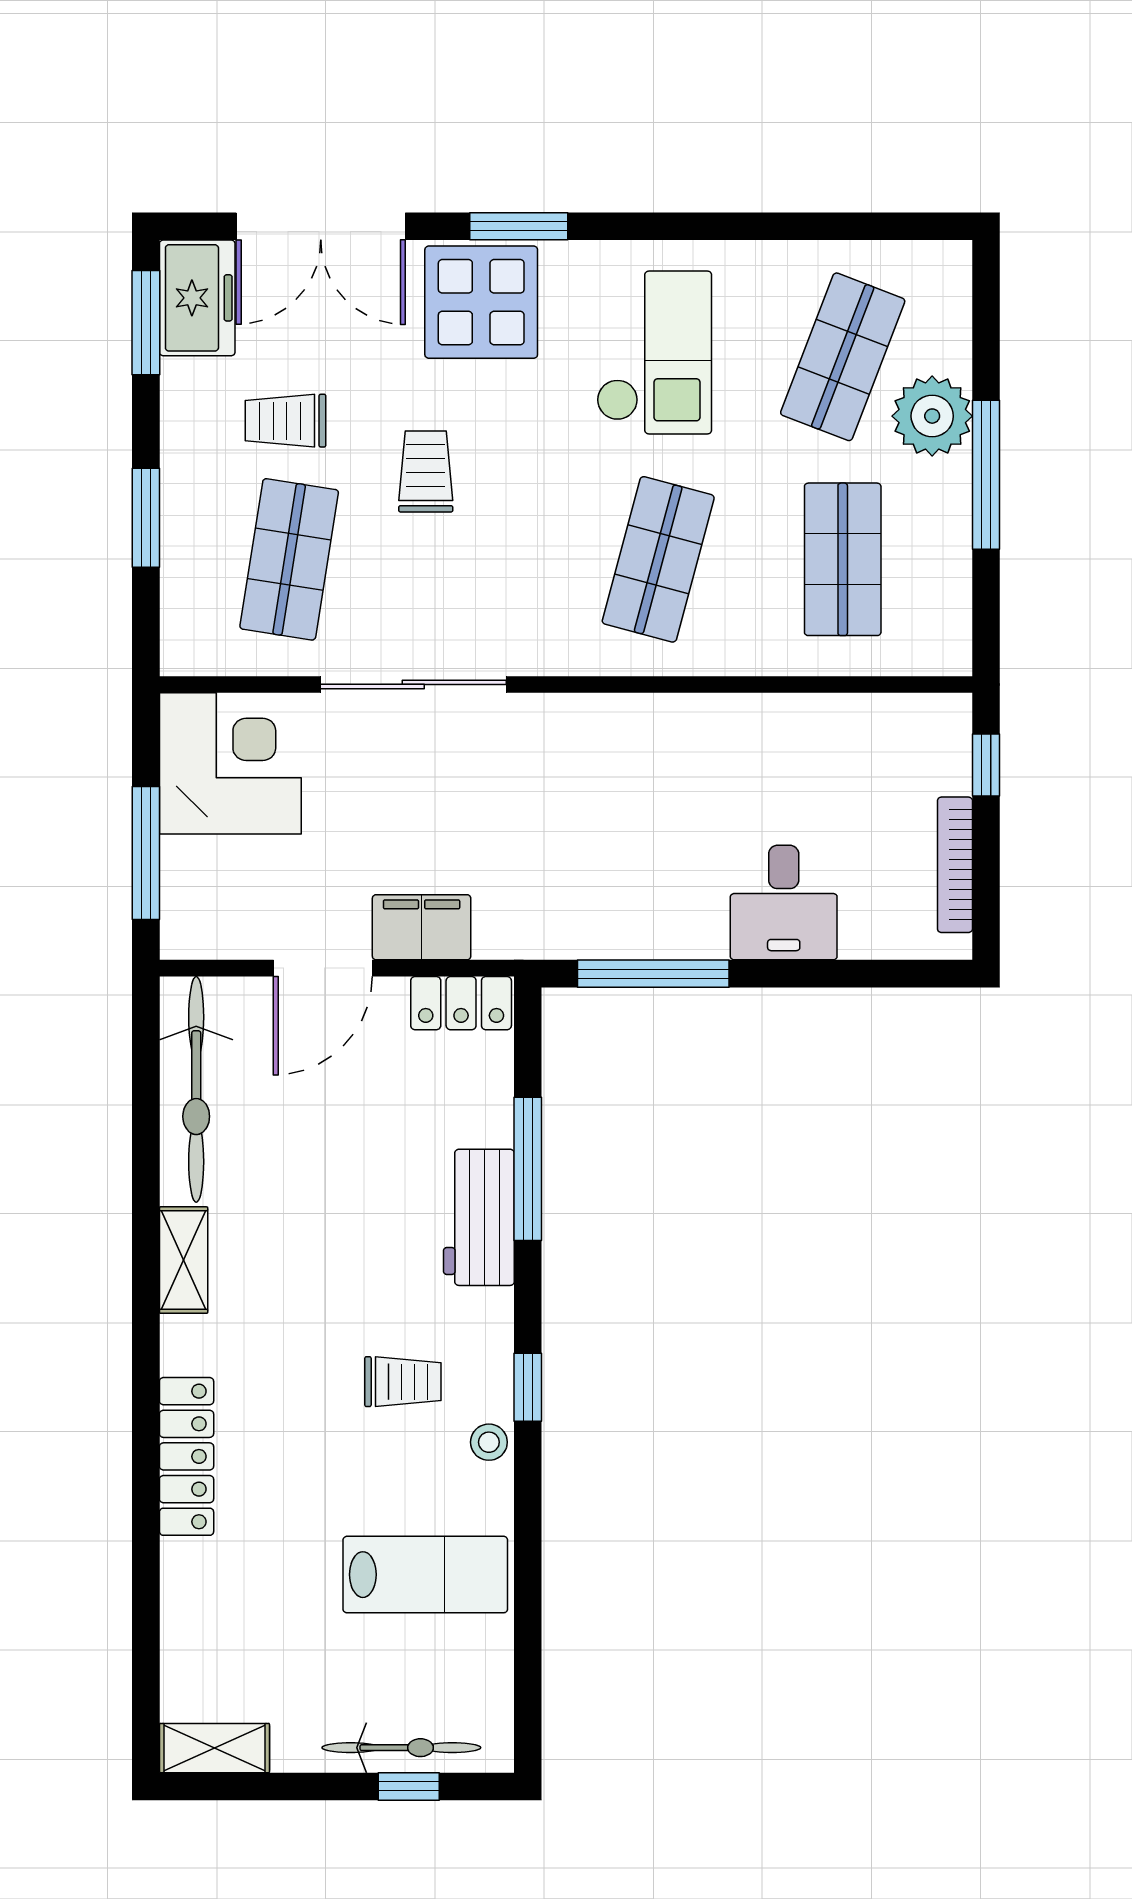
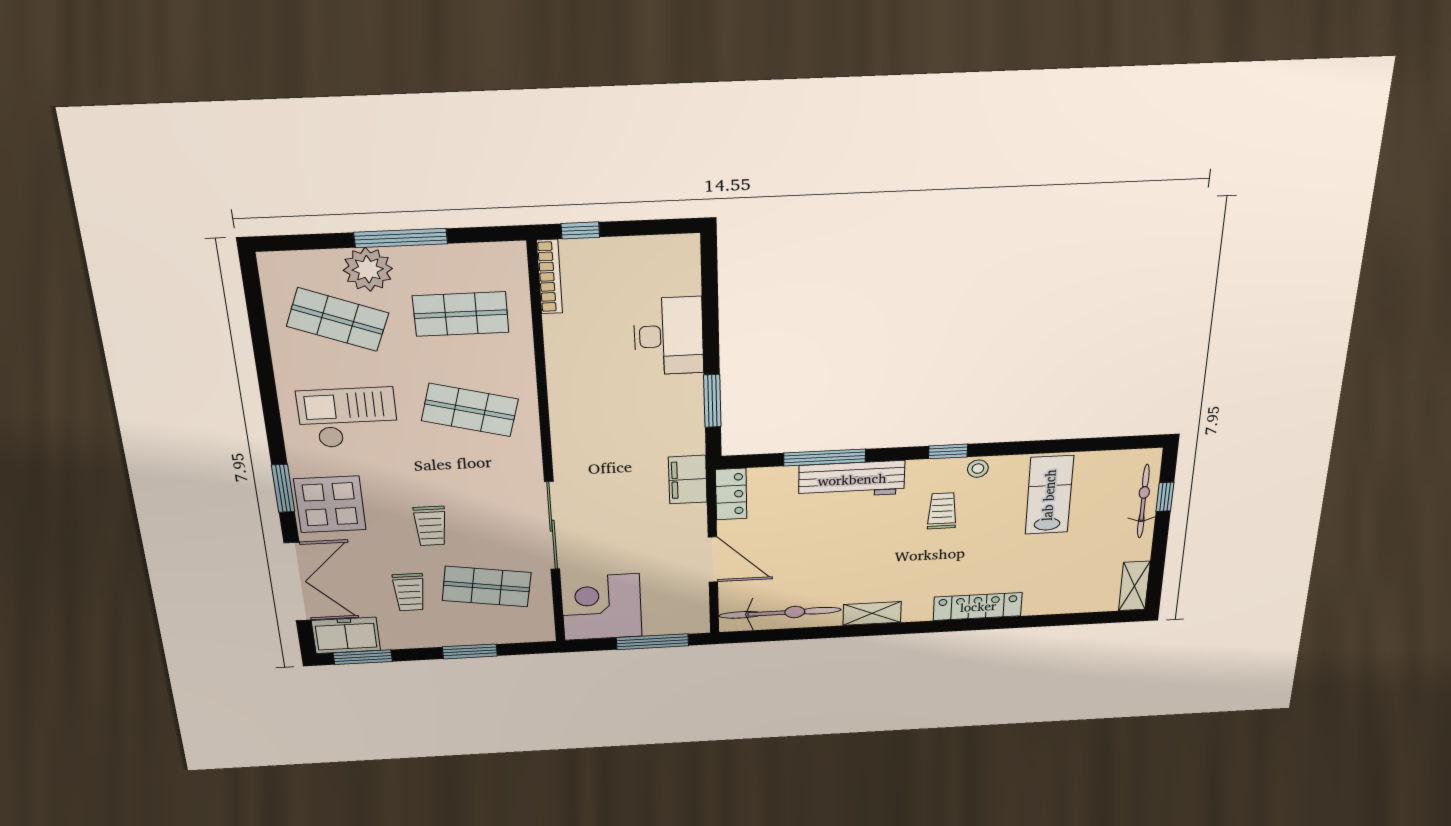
trolley: (426, 471) -> (430, 526), turned -90
bookcase: (955, 865) -> (550, 277), moved, turned -90
desk: (784, 903) -> (669, 336), width x1.37
filing cabinet: (422, 927) -> (688, 480), moved
window: (653, 974) -> (712, 401), width x0.69
workbench: (479, 1217) -> (852, 480), width x1.38

